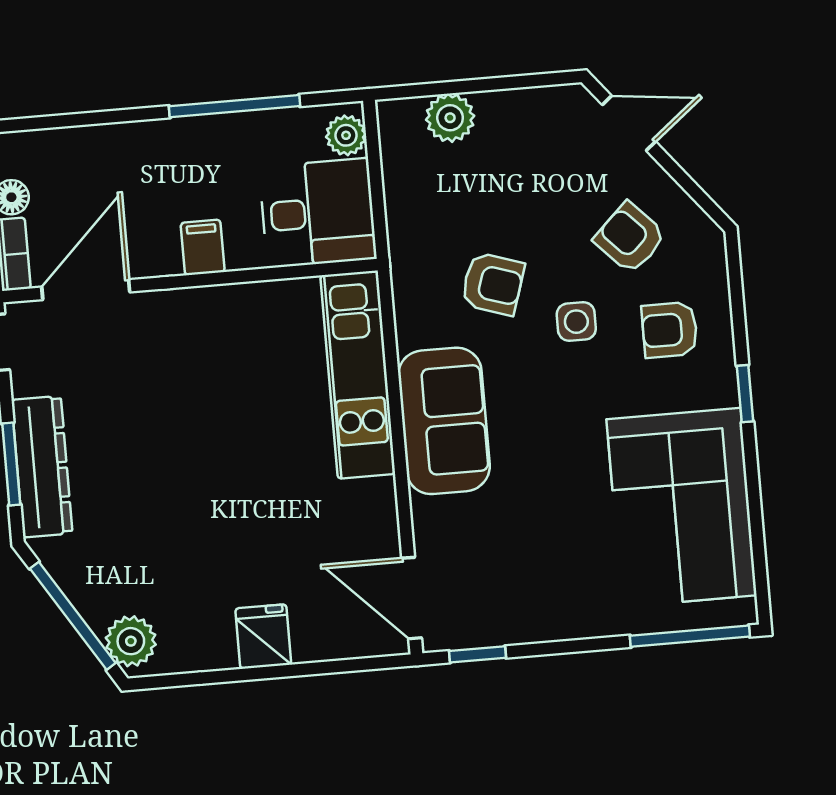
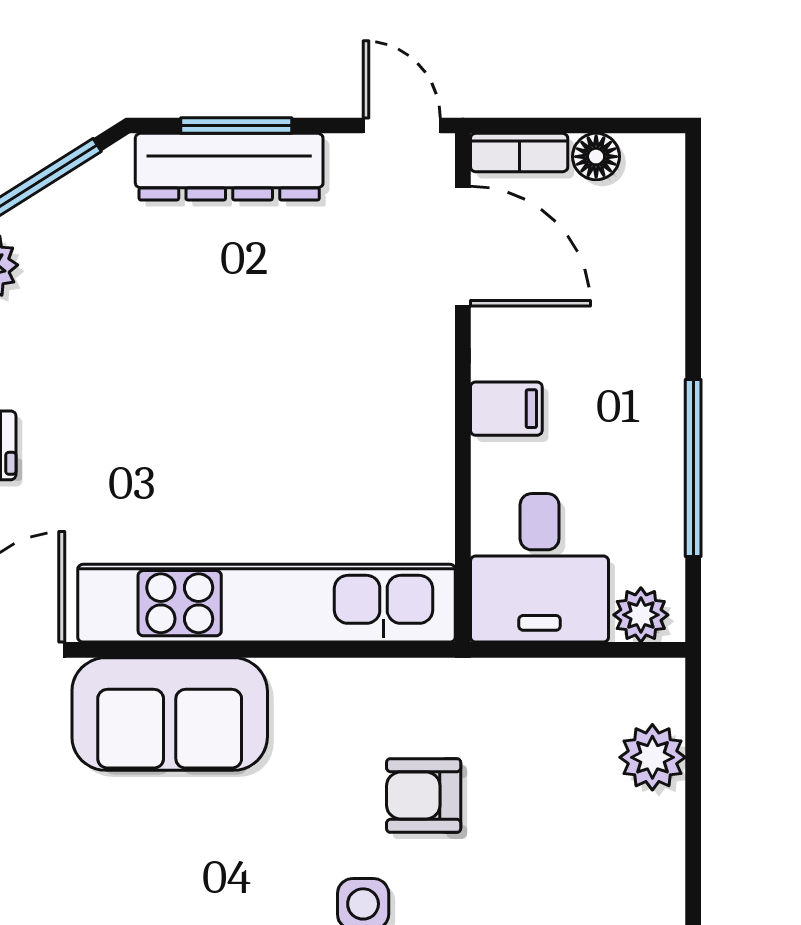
armchair: (493, 284) -> (424, 795), turned 72
kitchen unit: (358, 375) -> (267, 603), width x1.36
sofa: (444, 421) -> (170, 714), moved

